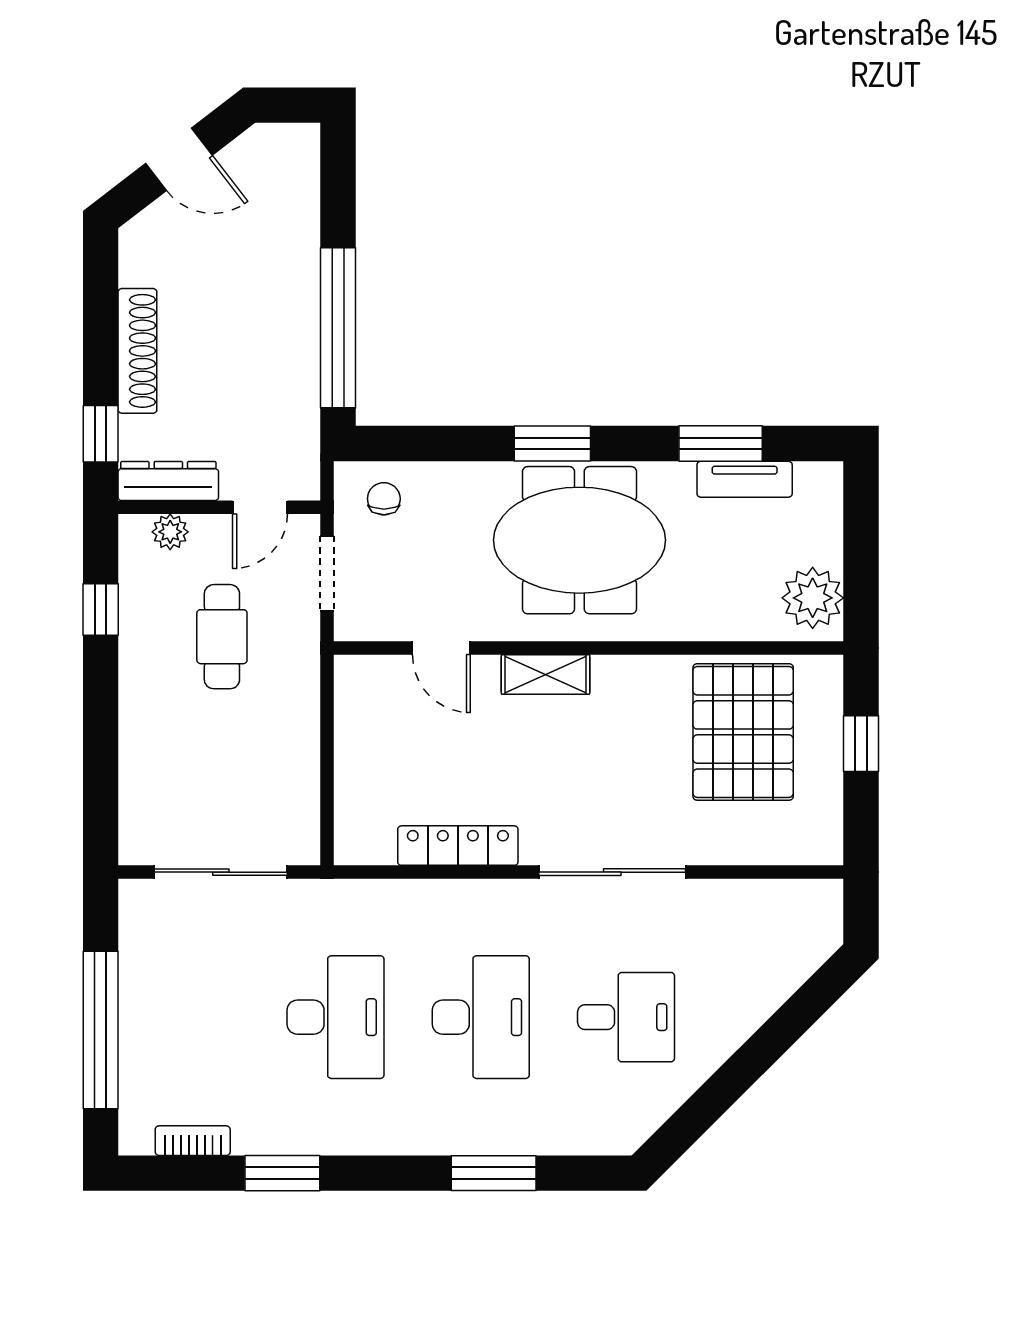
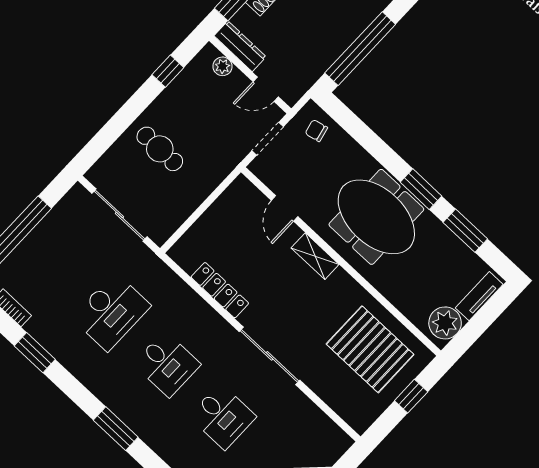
window: (552, 444) -> (421, 189), moved
tv unit: (745, 479) -> (479, 296), moved, turned 90
chair: (384, 499) -> (316, 131), turned -103
cafe table: (222, 637) -> (160, 149), moved, turned 90
pallet: (743, 732) -> (370, 349), turned 90
desk: (481, 1017) -> (167, 364), width x0.73

